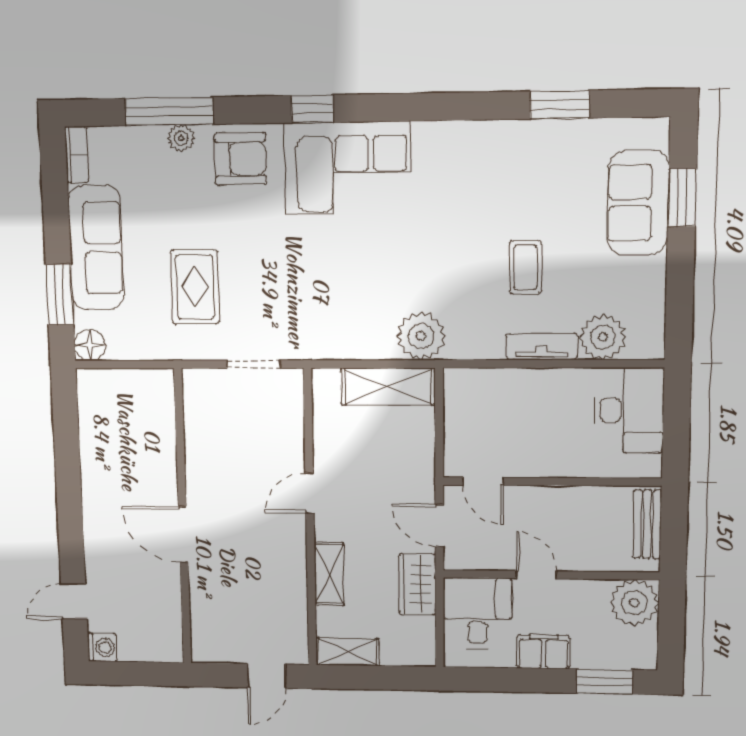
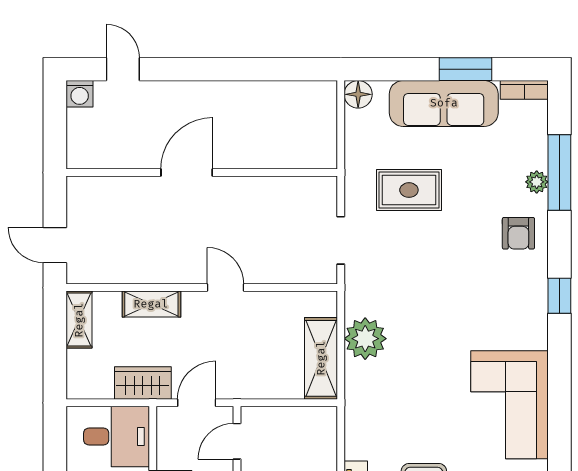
armchair: (241, 159) -> (518, 233), width x0.72, depth x0.72
corner sofa: (348, 168) -> (509, 405), moved
window: (60, 295) -> (466, 69), moved
plant: (421, 336) -> (365, 339), moved

